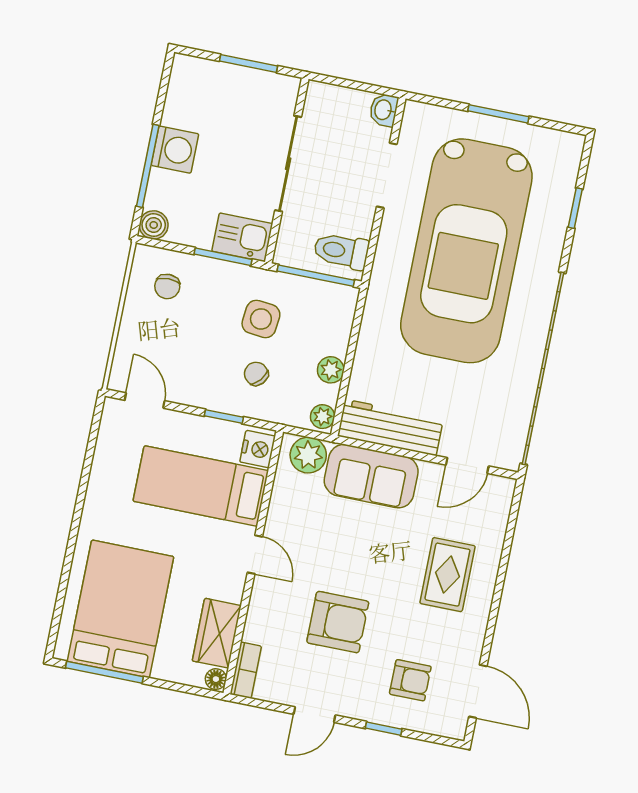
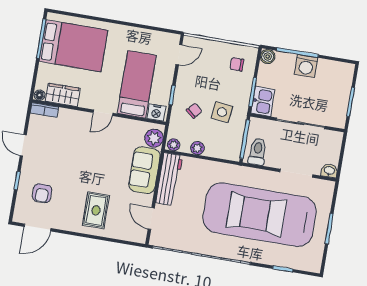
rug: (447, 575) -> (96, 210), turned 90
armchair: (338, 622) -> (70, 156), removed

